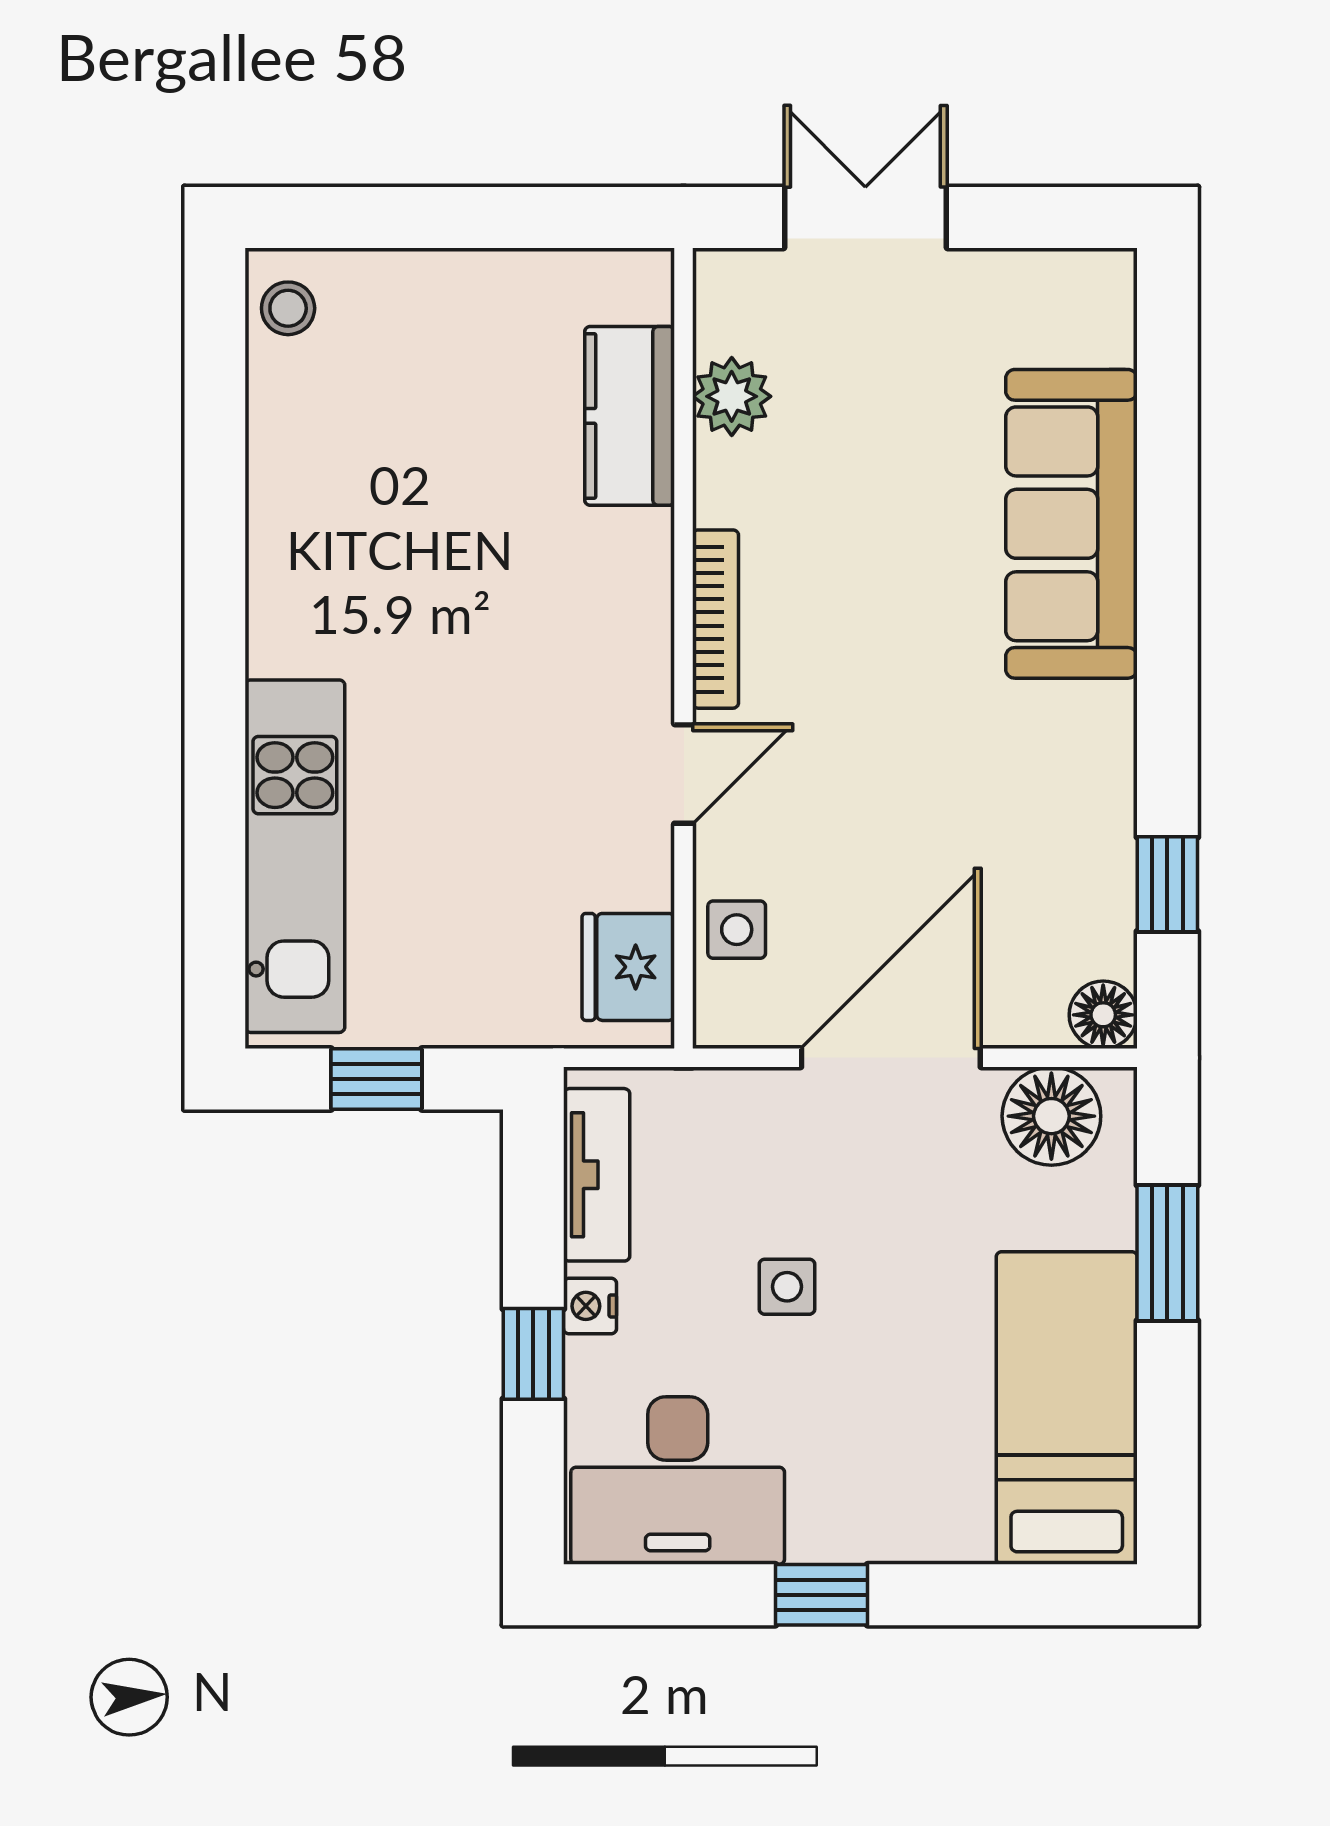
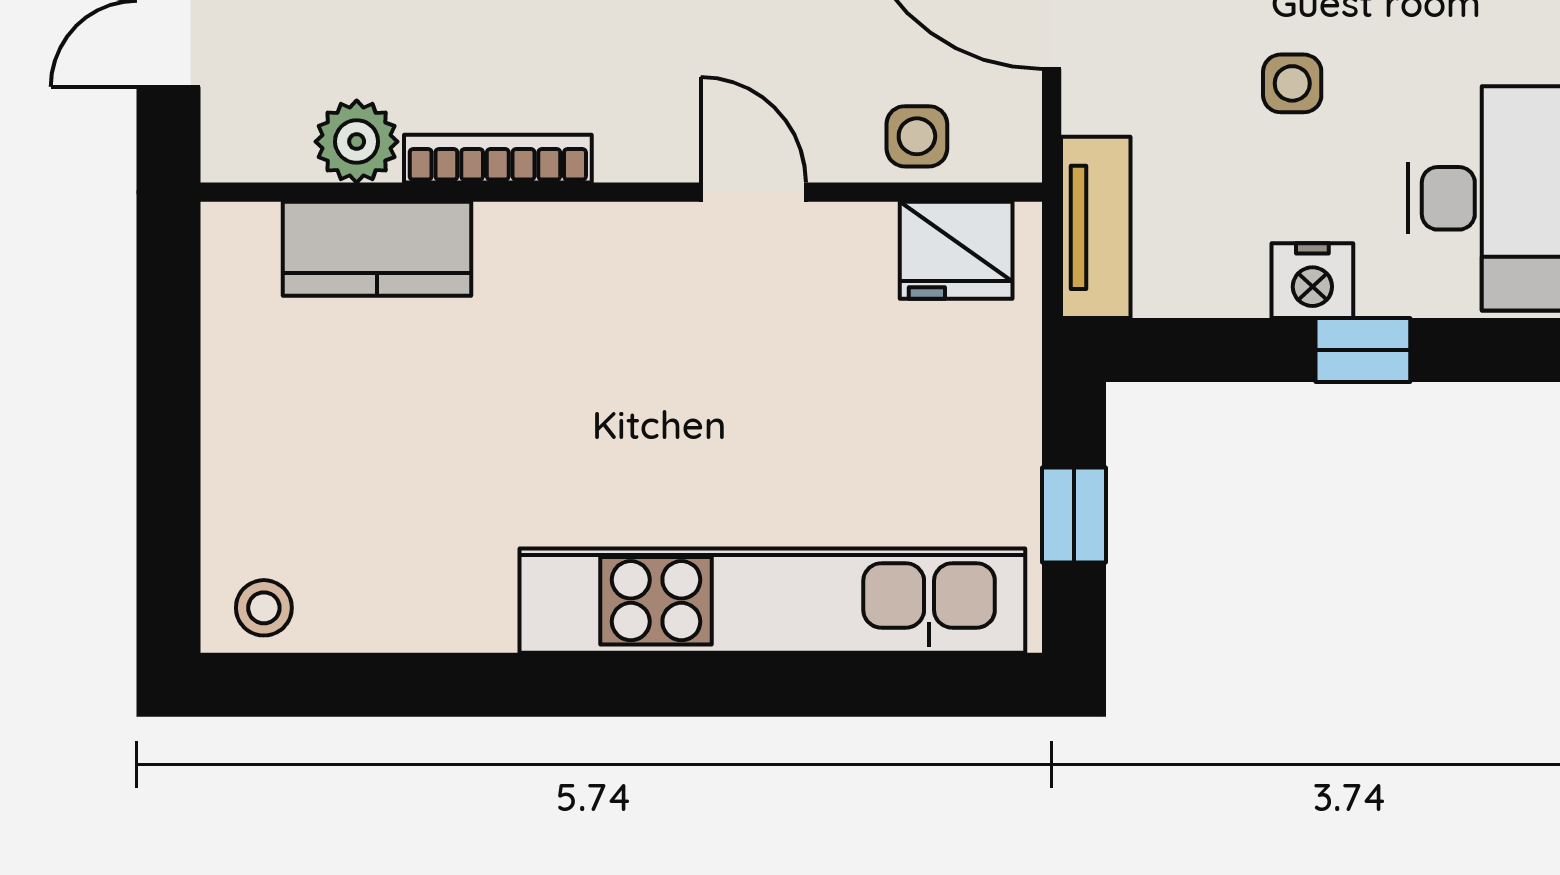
bookcase: (715, 619) -> (498, 159), moved
kitchen unit: (295, 856) -> (772, 601), width x1.36
tv unit: (597, 1175) -> (1096, 227), moved, turned 90
nightstand: (590, 1306) -> (1312, 281), width x1.39, depth x1.35

